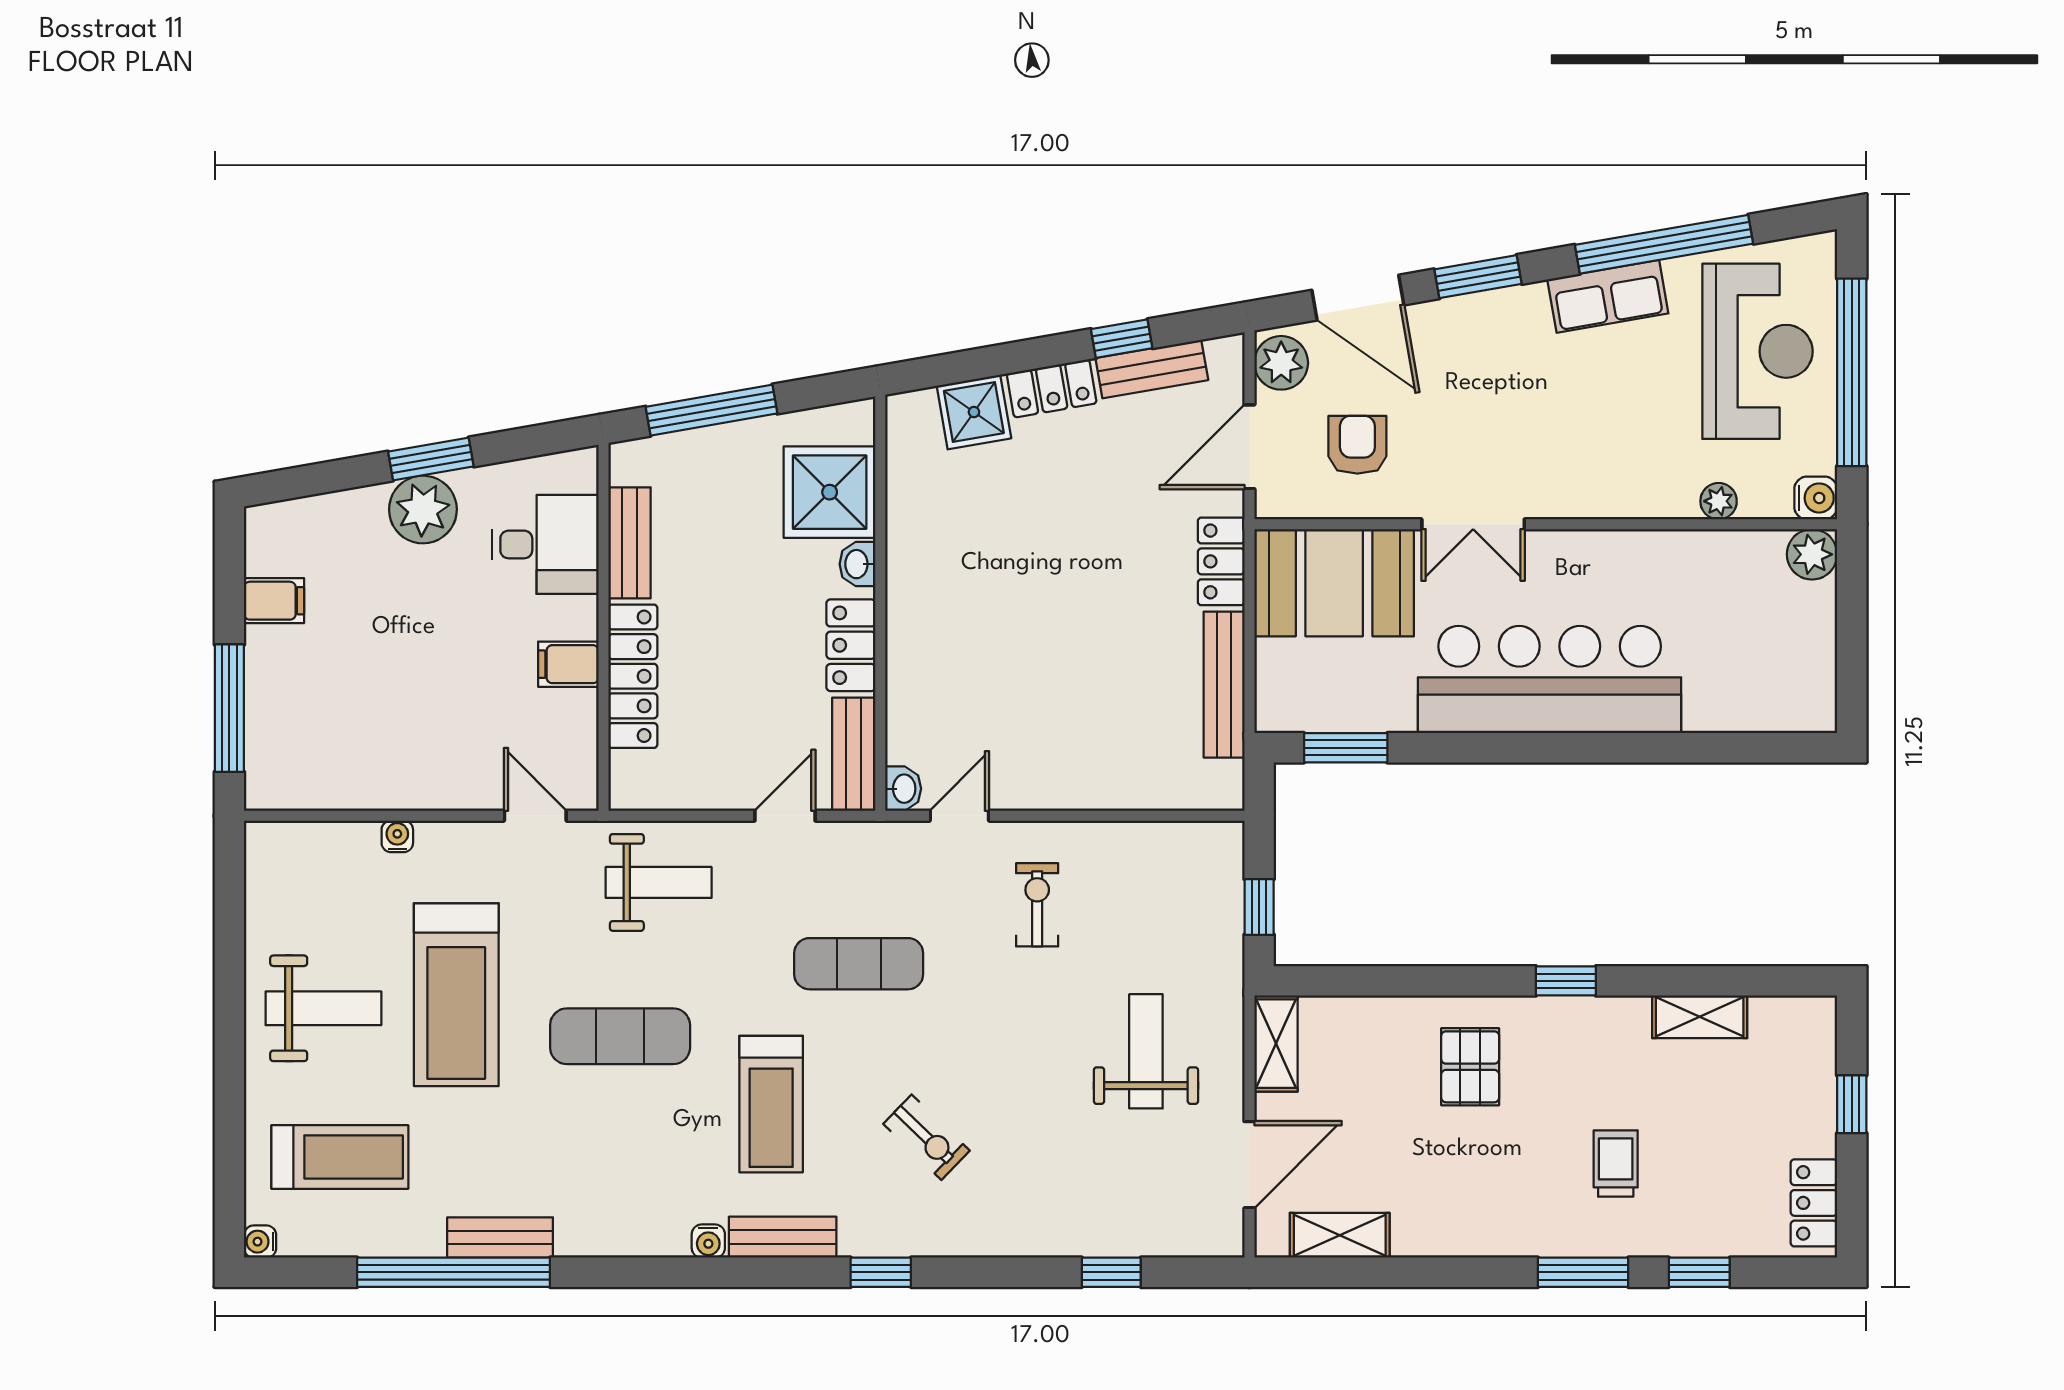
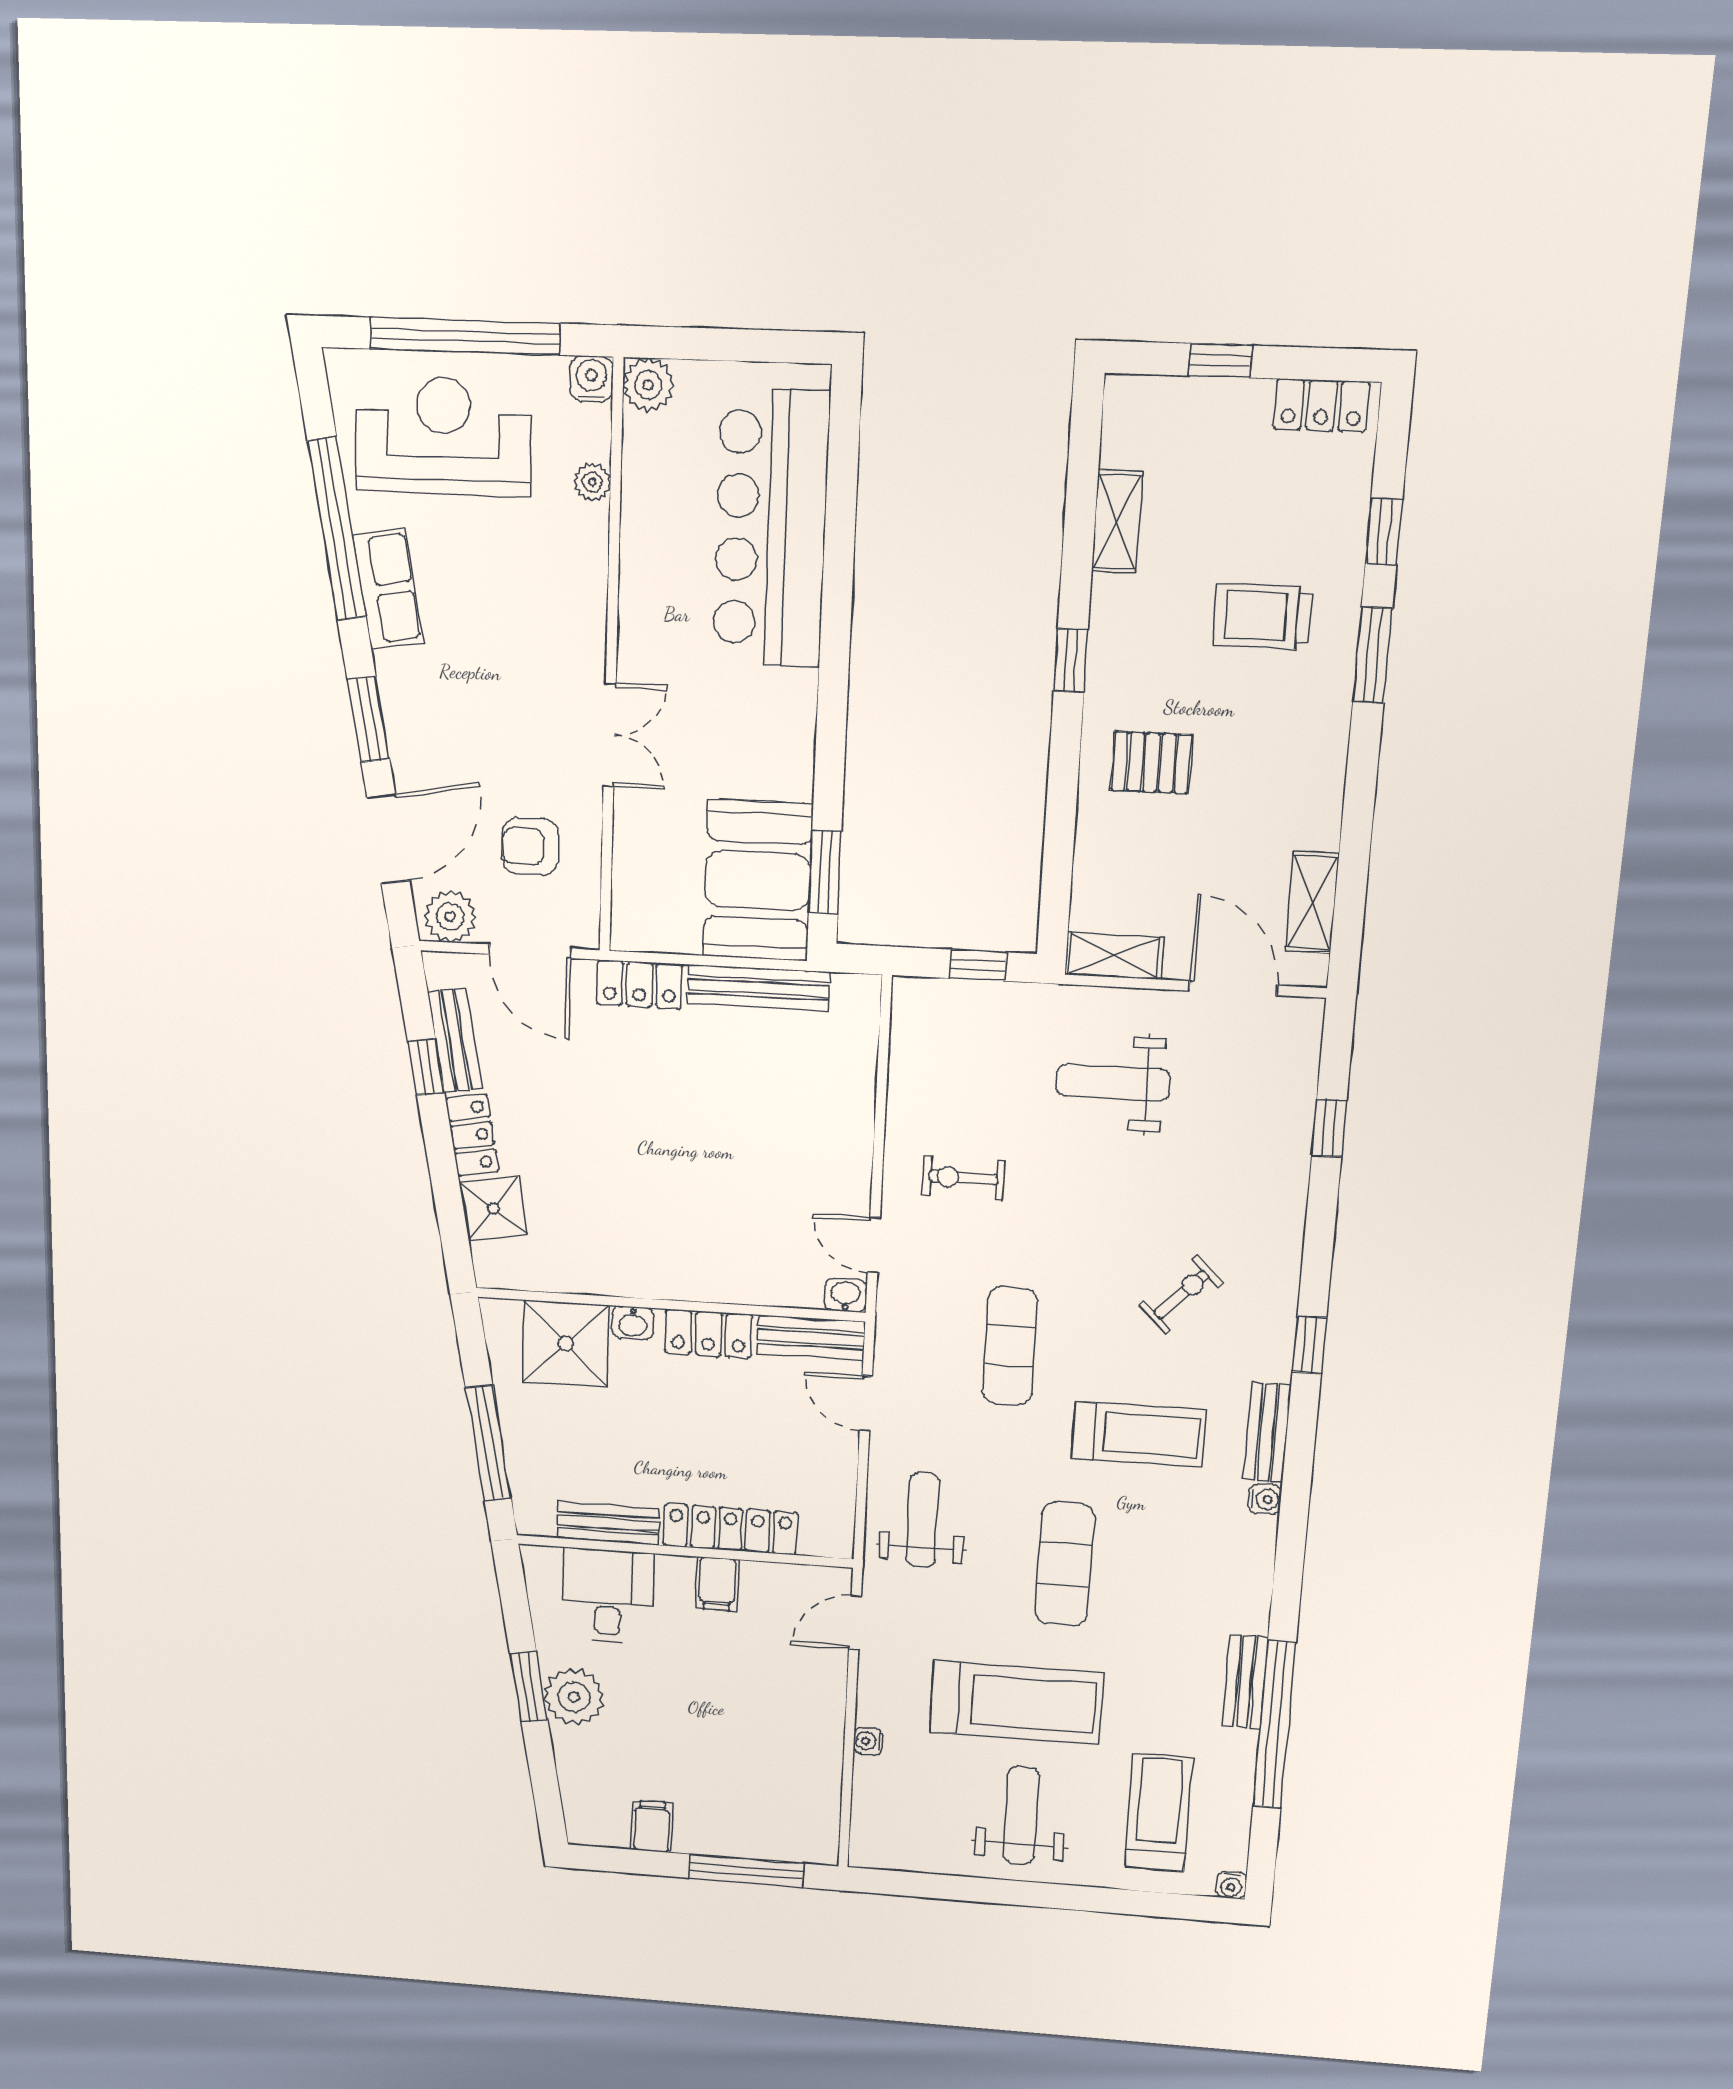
booth: (1334, 583) -> (758, 880), moved
bar counter: (1550, 679) -> (771, 529), moved
trolley: (1616, 1164) -> (1262, 616), width x1.36, depth x1.39

